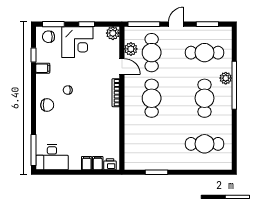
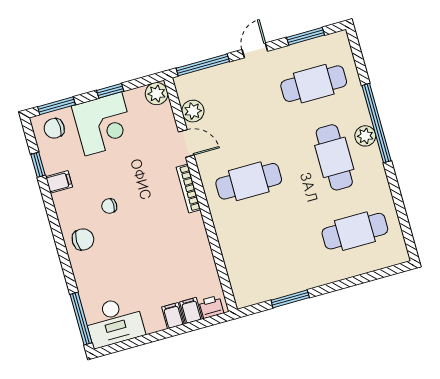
cafe table: (152, 53) -> (228, 108), removed
plant: (226, 78) -> (365, 136), moved
cafe table: (152, 98) -> (249, 181), turned 90

